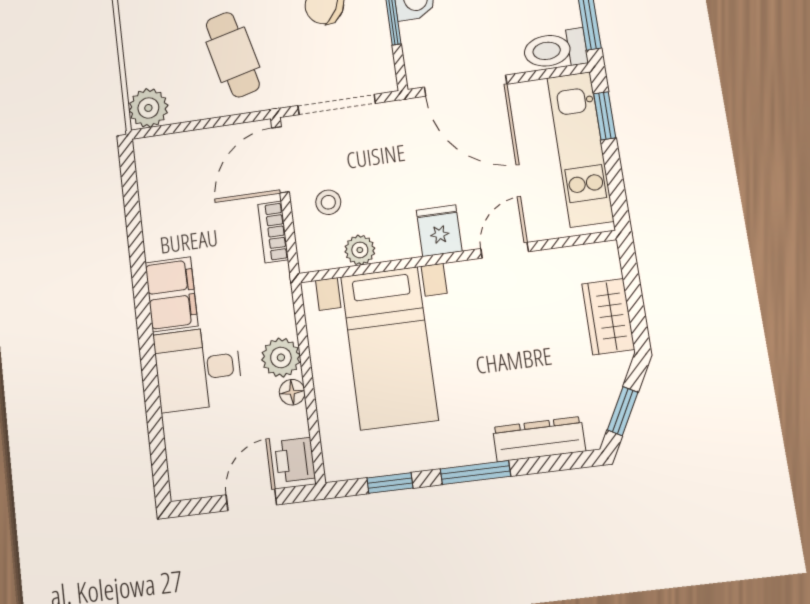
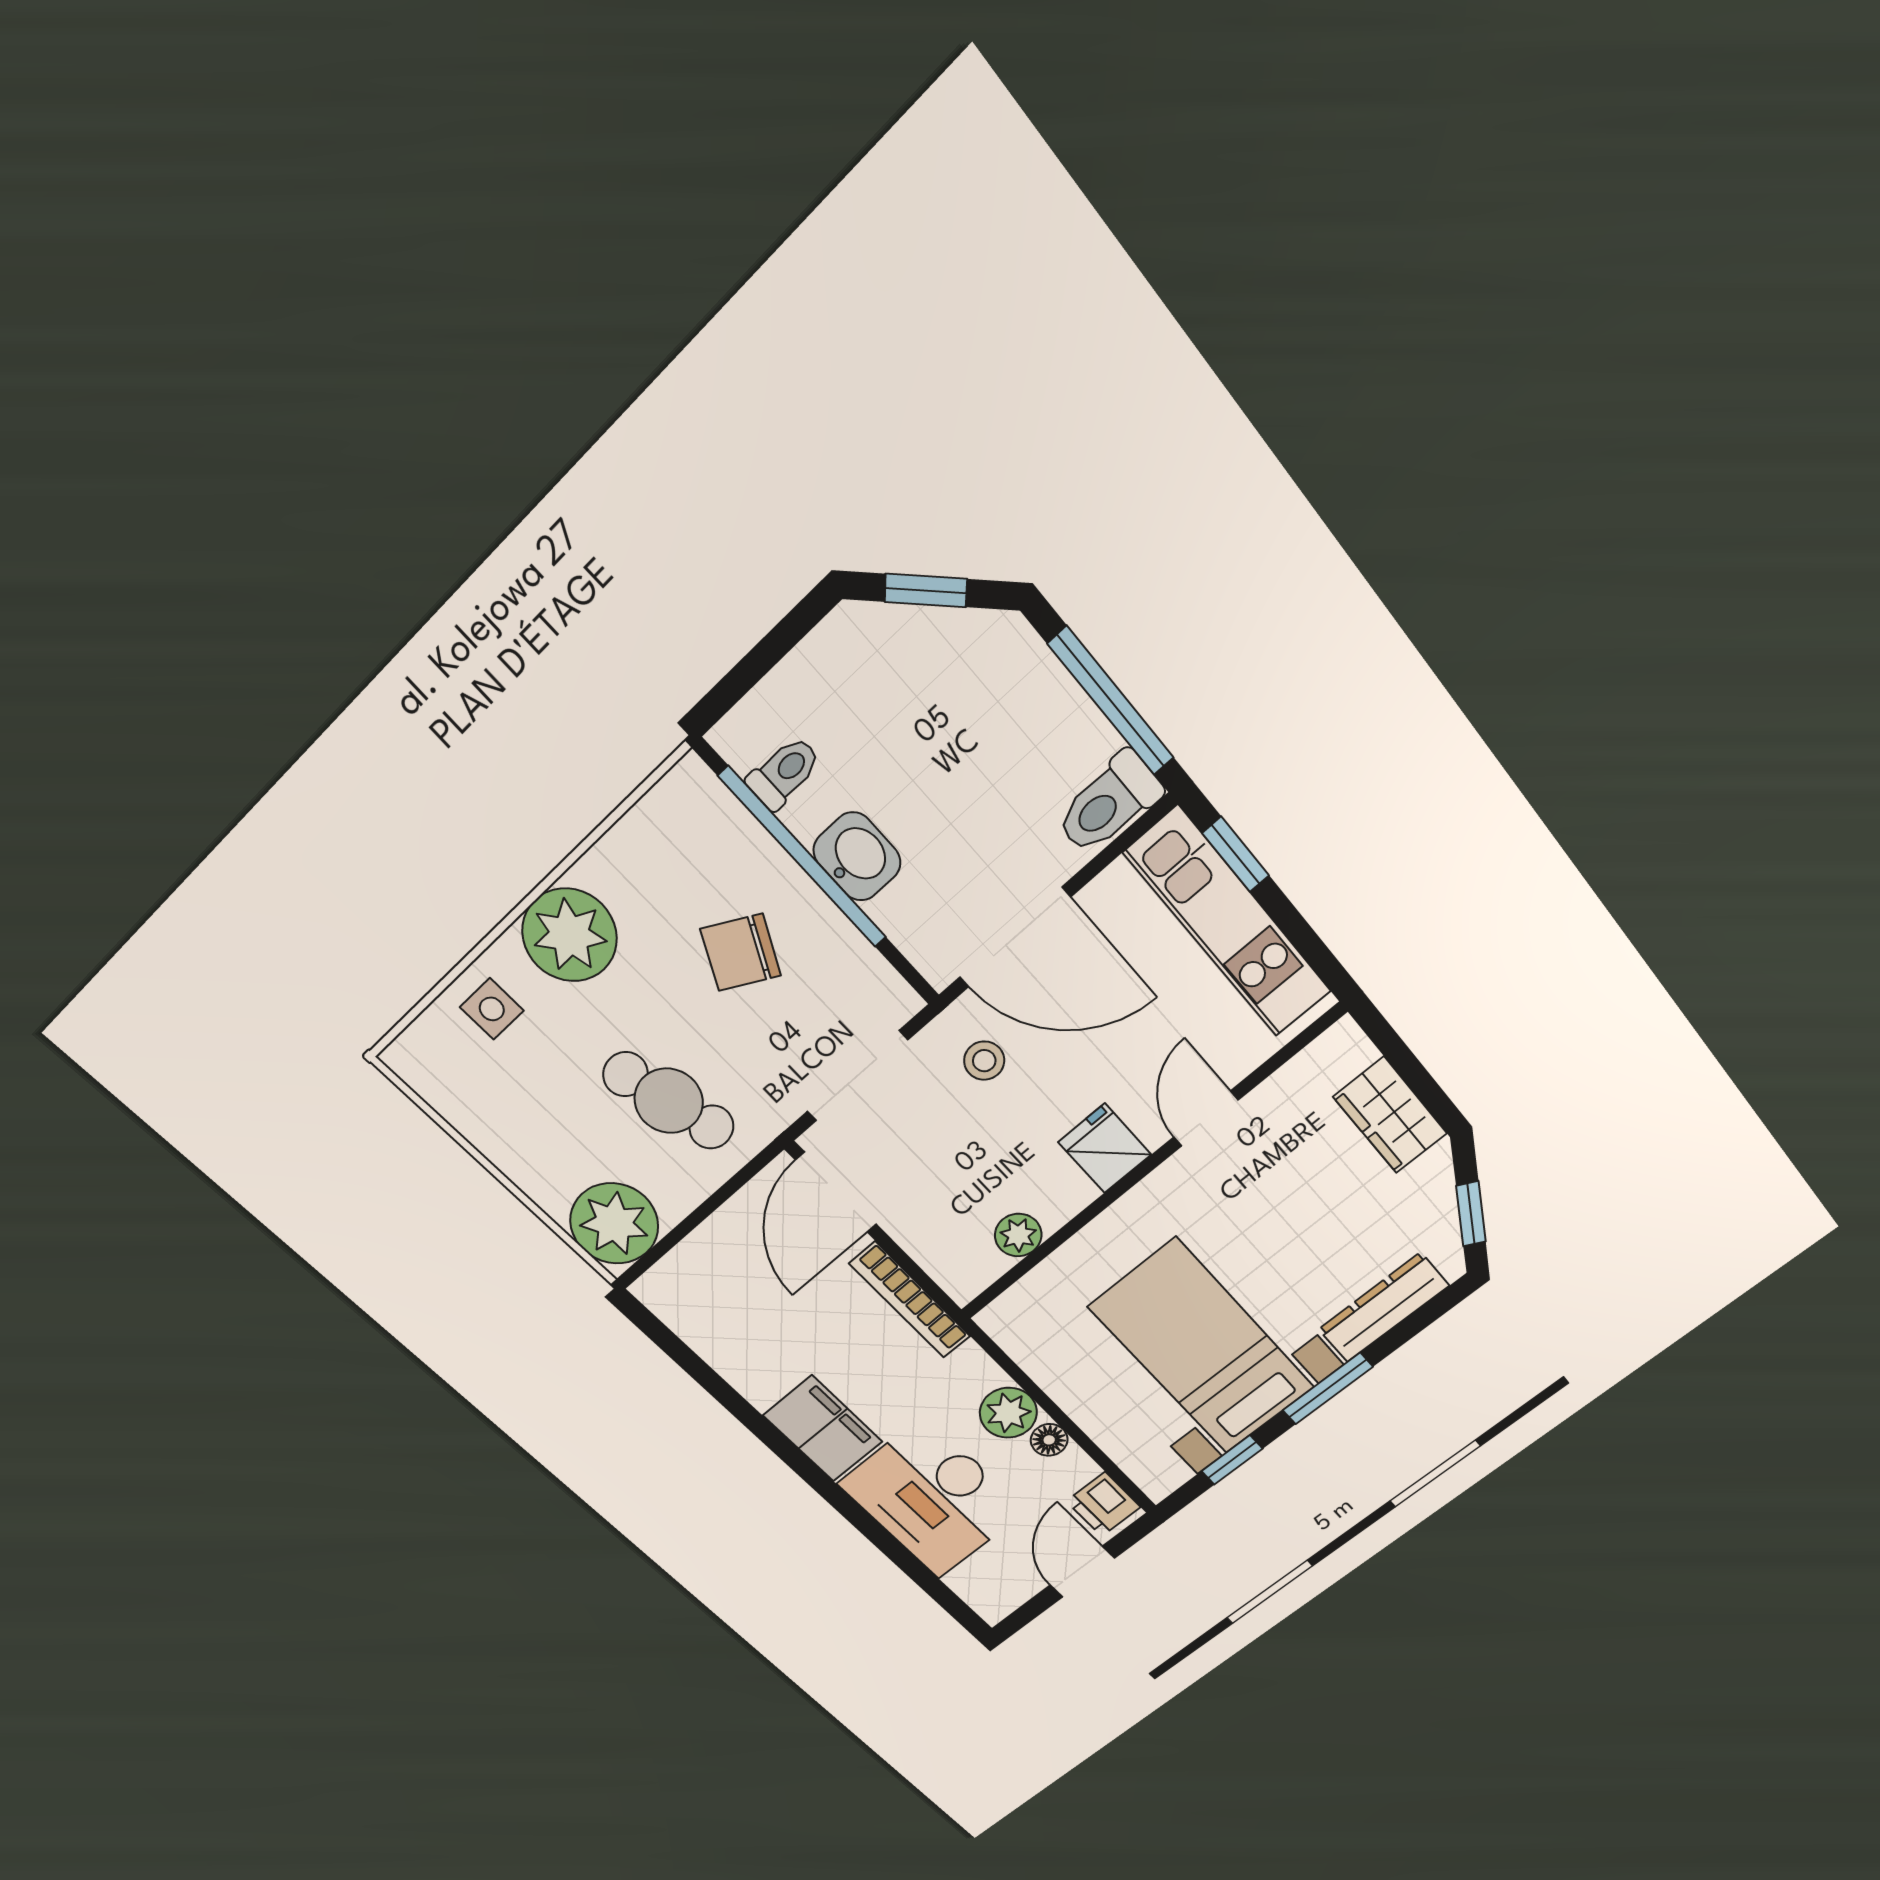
plant: (148, 108) -> (614, 1224), width x1.36, depth x1.36
stool: (328, 202) -> (984, 1061), moved
bookcase: (273, 232) -> (910, 1300), width x1.56
bed with nightstands: (389, 348) -> (1202, 1347), moved, turned 180
desk: (198, 369) -> (932, 1498), width x1.37

